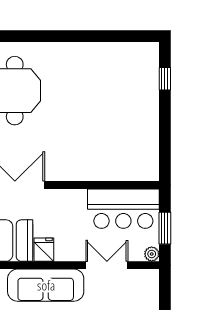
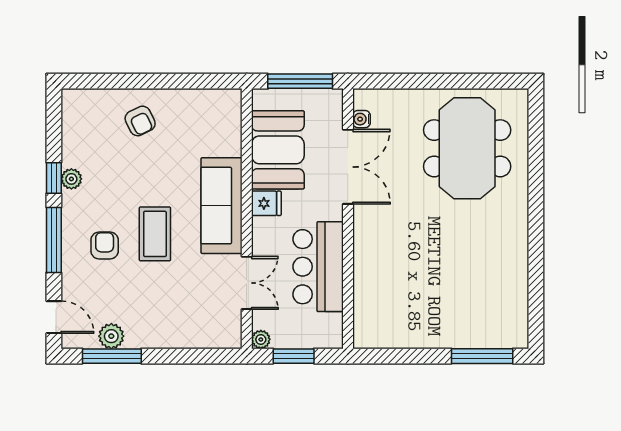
window: (165, 79) -> (482, 356), width x2.17
bar counter: (123, 209) -> (318, 267), moved

